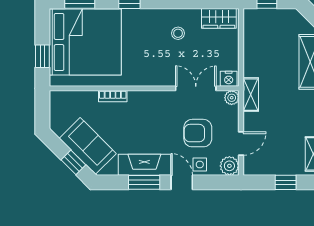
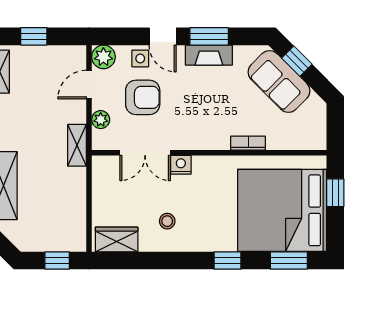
nightstand: (229, 79) -> (181, 165), moved
plant: (232, 98) -> (101, 120), moved
fireplace: (144, 165) -> (209, 55), width x0.73, depth x0.76

